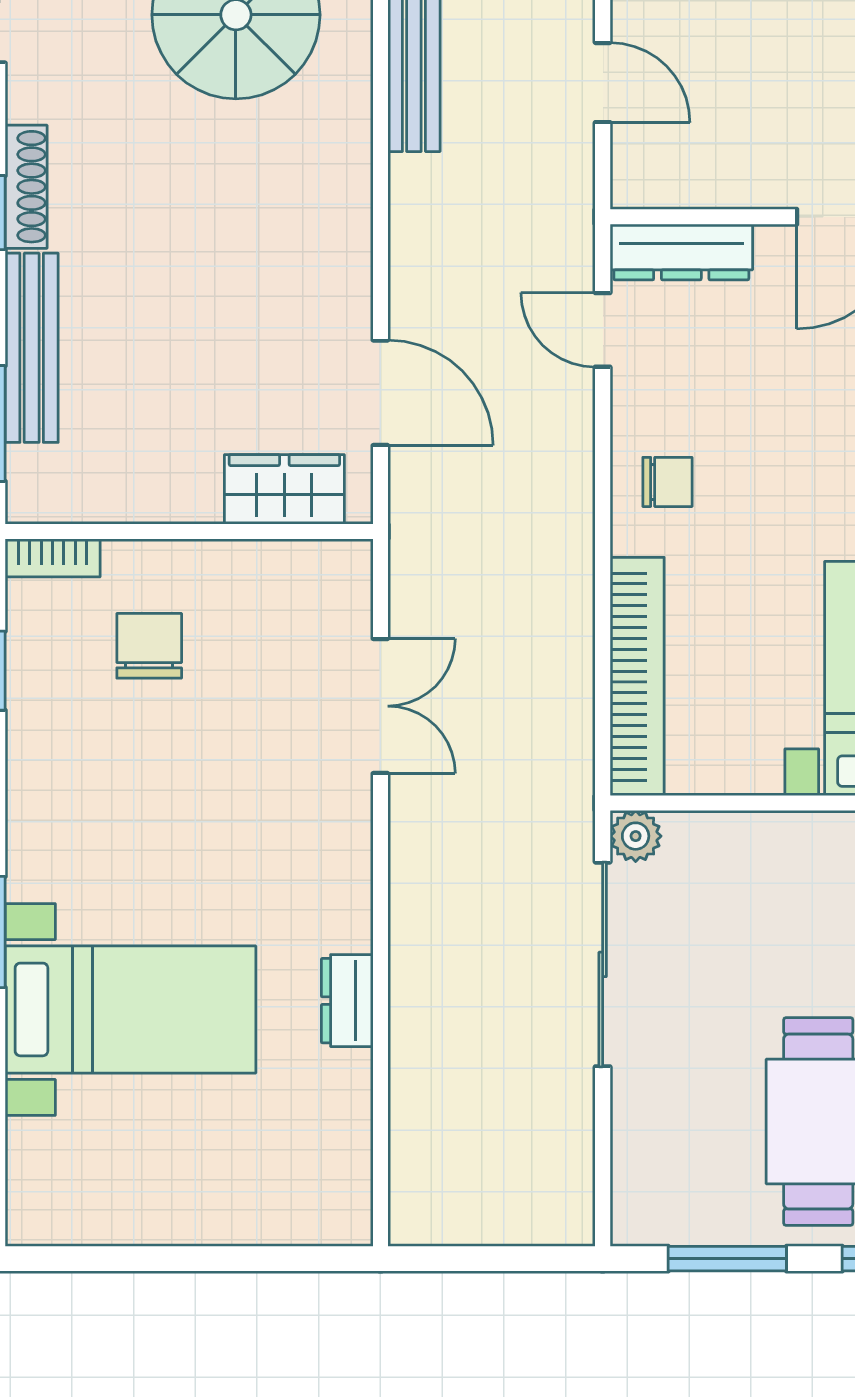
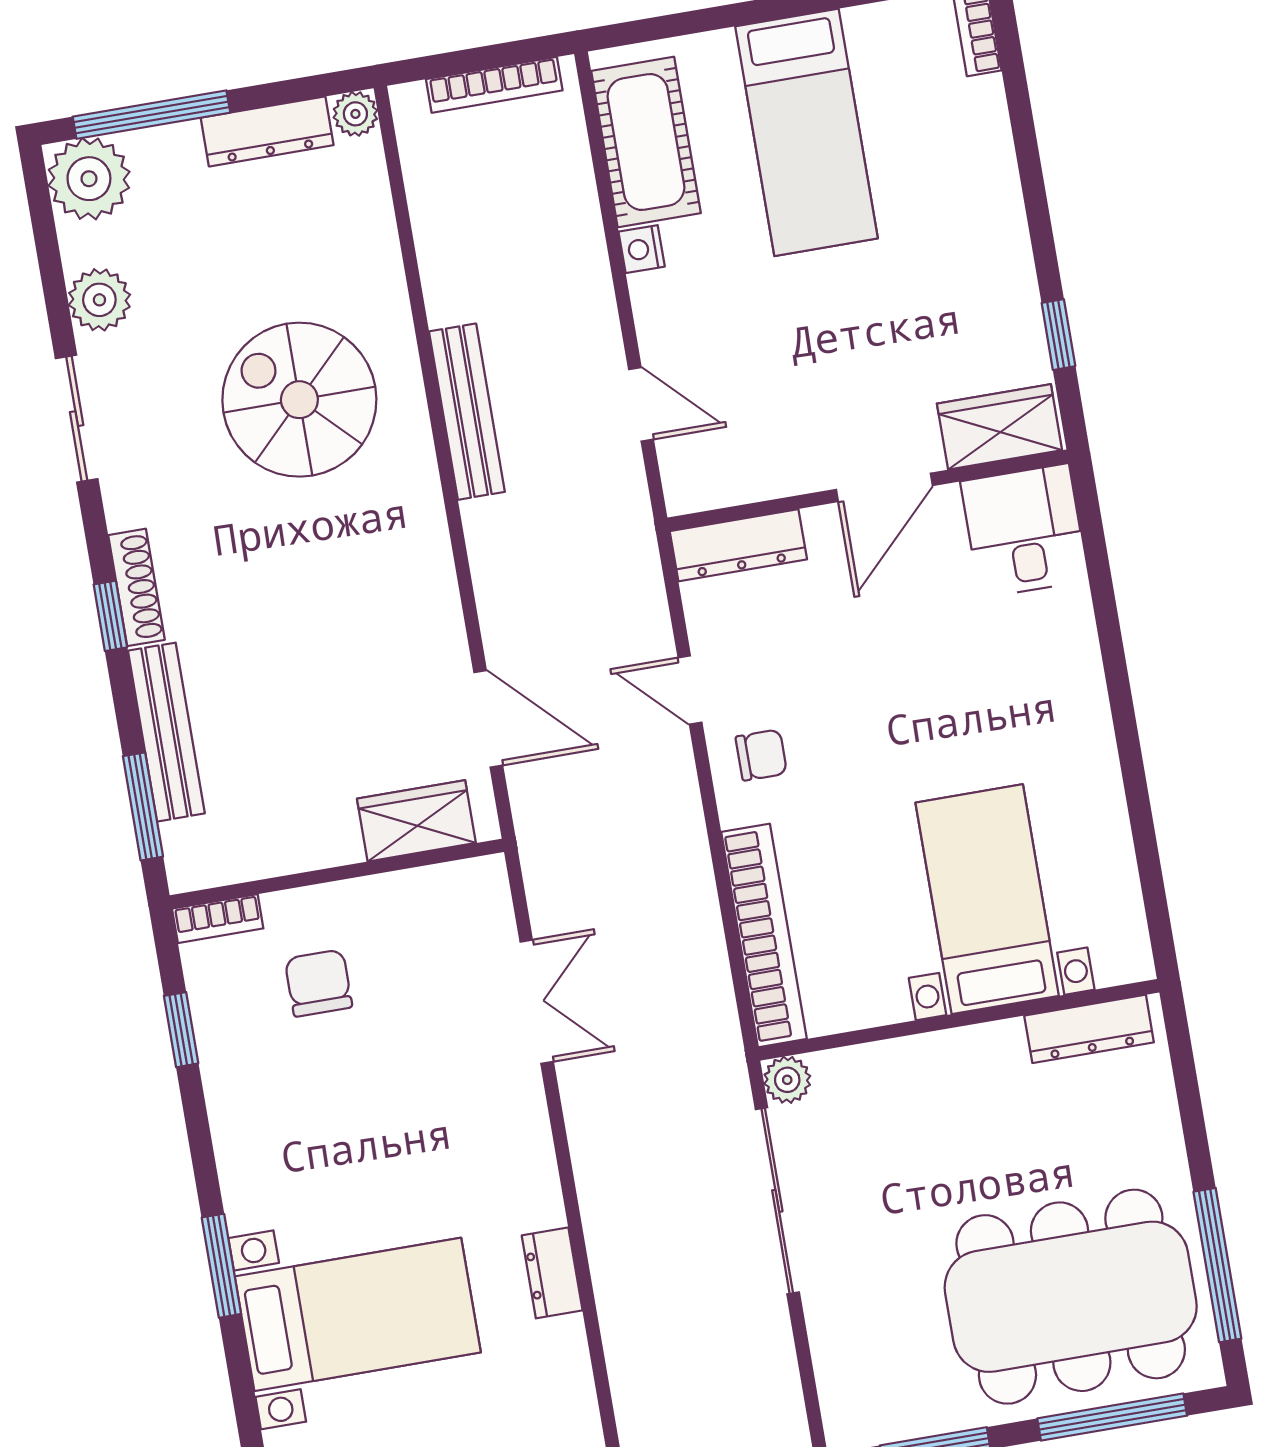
door: (603, 330) -> (690, 690), moved

